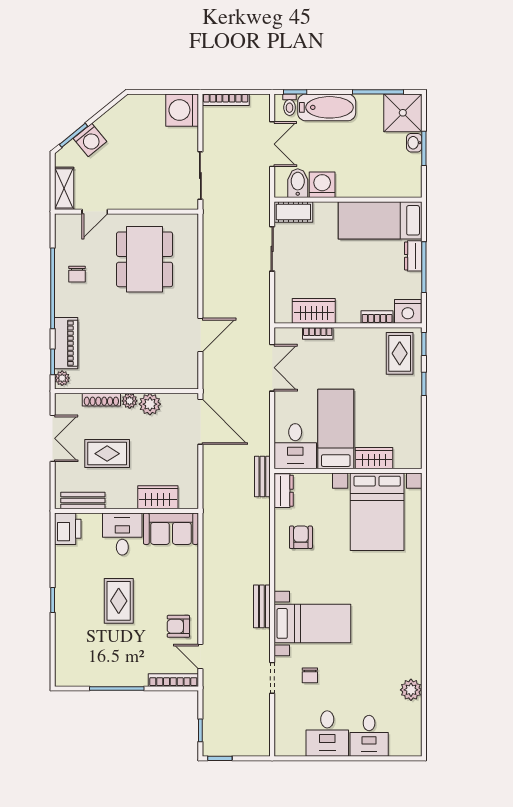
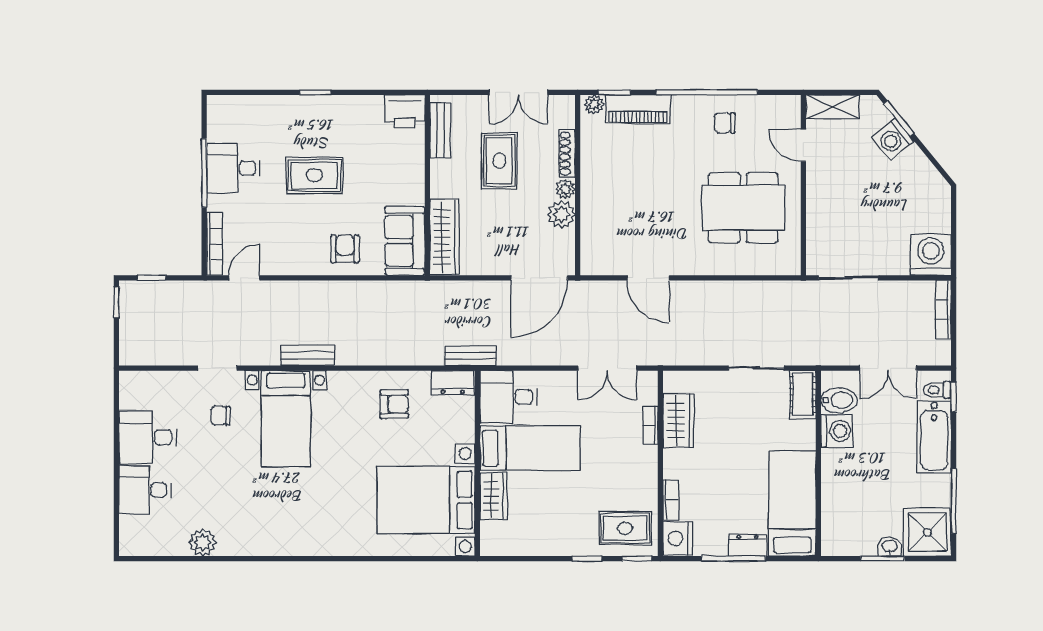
wardrobe: (158, 497) -> (444, 237), width x1.50
desk: (122, 534) -> (233, 168), moved, turned 180
armchair: (178, 626) -> (345, 249), moved

